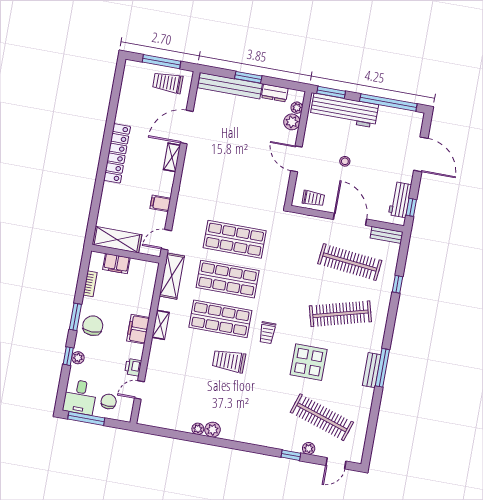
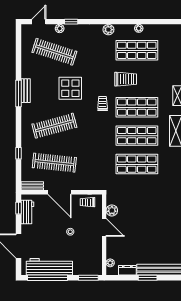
workbench: (344, 110) -> (49, 267), moved
plant: (292, 122) -> (112, 210), moved
shop shelf: (206, 399) -> (137, 50), added
plant: (213, 430) -> (108, 30), moved

